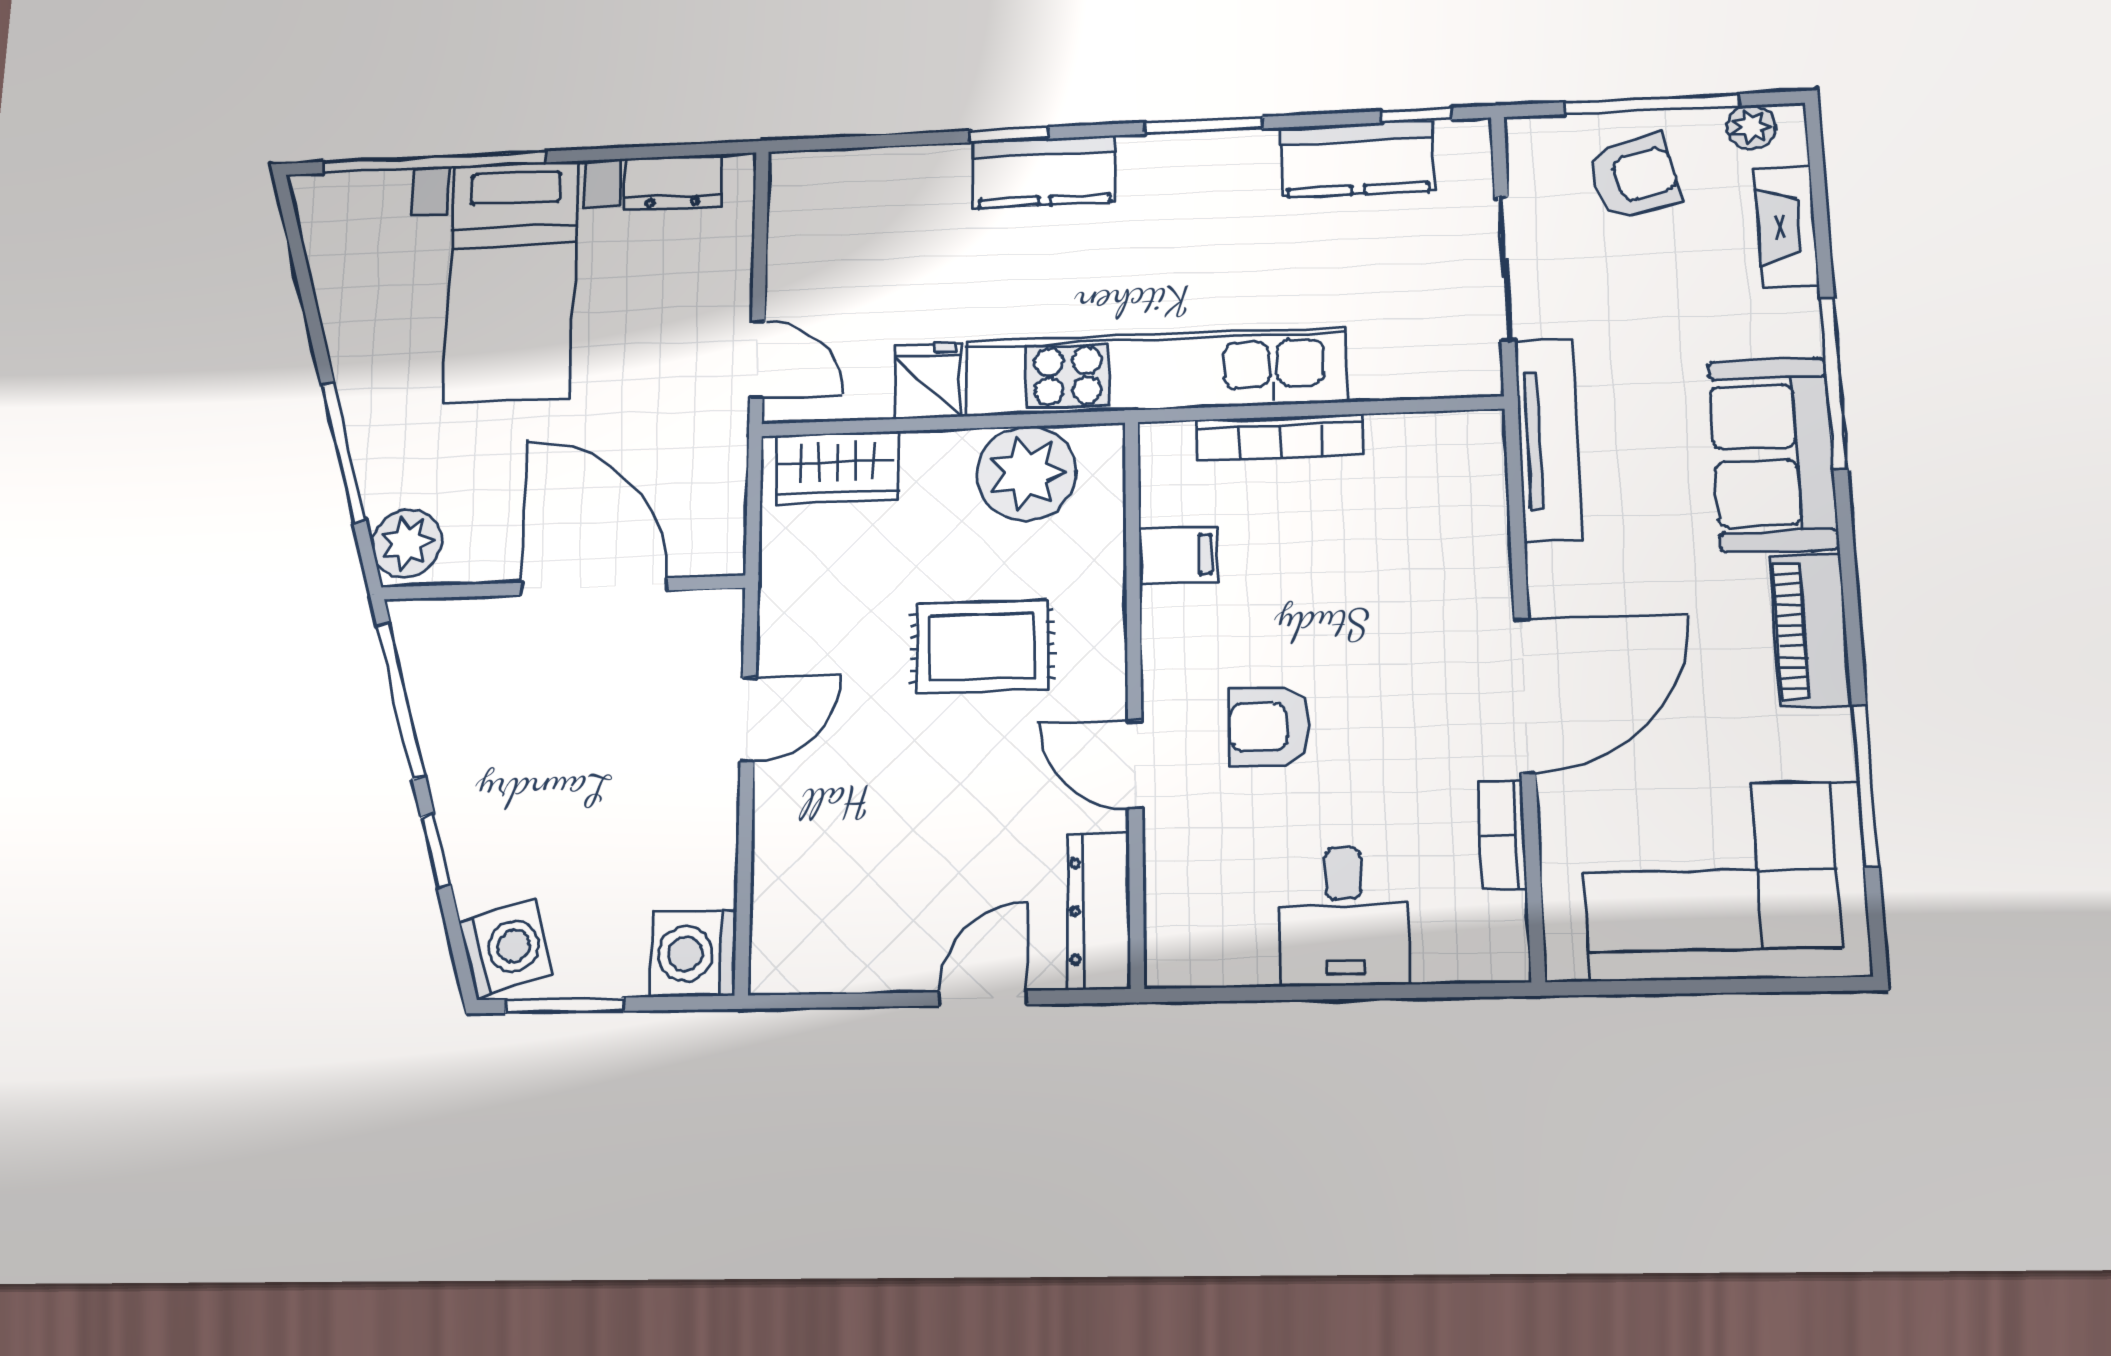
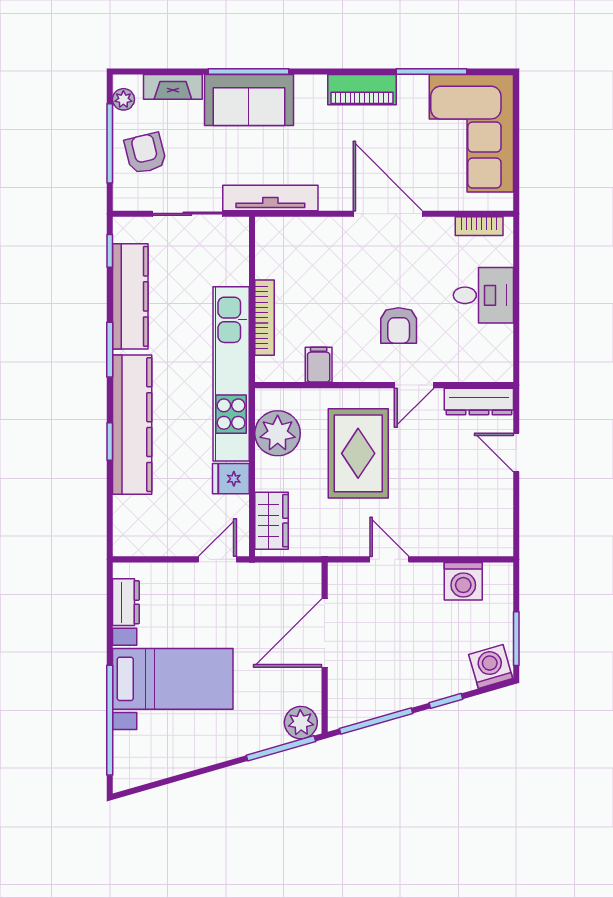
kitchen counter: (1357, 159) -> (130, 296), width x1.50
kitchen counter: (1044, 172) -> (132, 425), width x2.08, depth x1.17
window: (344, 453) -> (281, 748), moved
sofa: (1773, 454) -> (249, 100), moved
rug: (982, 646) -> (358, 453), width x1.36, depth x1.43
bookcase: (1502, 835) -> (479, 226), moved
washing machine: (694, 954) -> (463, 581), moved

